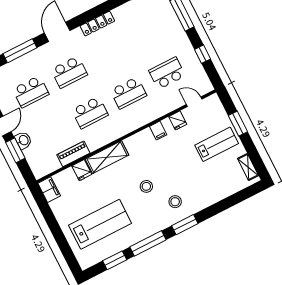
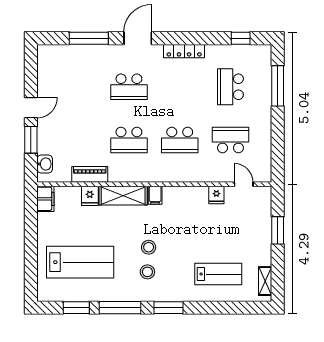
window: (203, 54) -> (278, 139), removed
school desk: (31, 92) -> (230, 87), moved, turned 90
filing cabinet: (158, 131) -> (155, 195), moved
washbasin: (23, 140) -> (45, 164), moved
lab bench: (217, 144) -> (218, 274), moved
stool: (175, 202) -> (147, 272), moved

